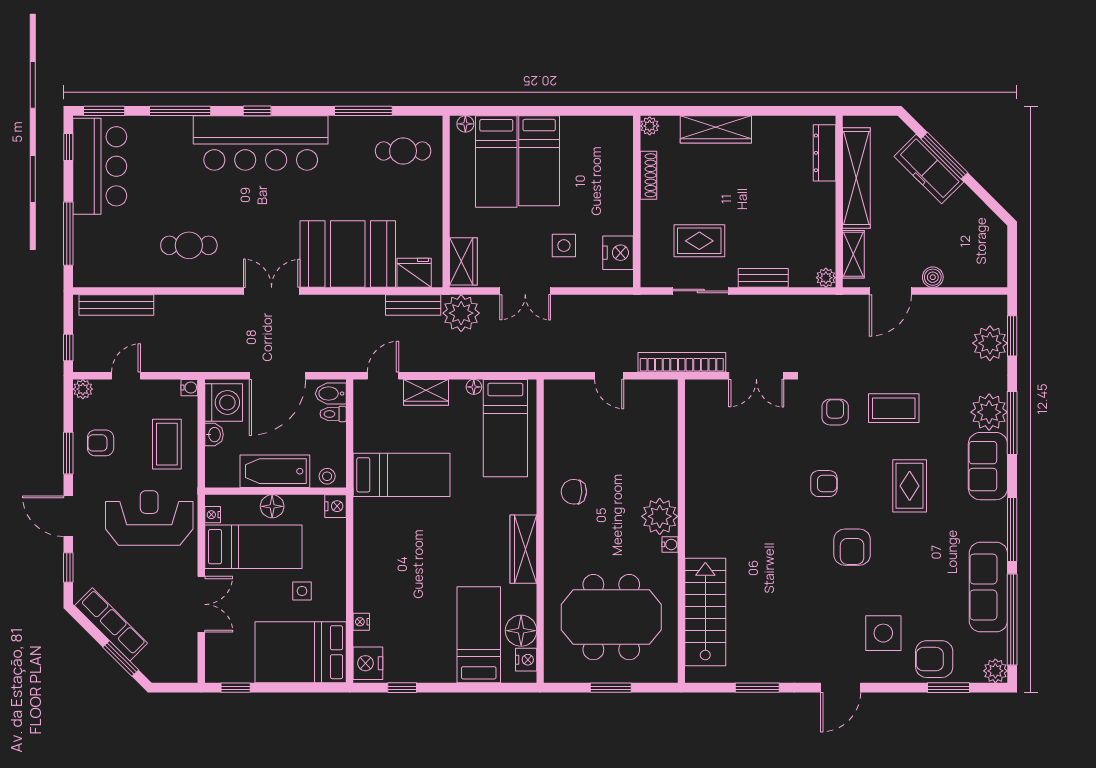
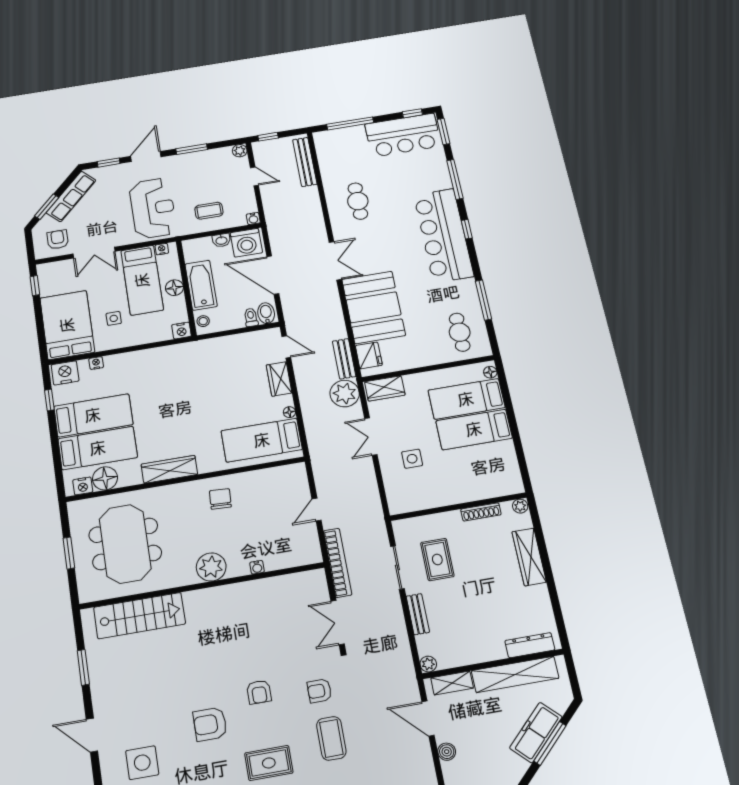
nightstand: (618, 253) -> (415, 500), removed
armchair: (835, 412) -> (319, 691), turned 180
armchair: (101, 443) -> (58, 240), moved
coffee table: (167, 444) -> (209, 211), width x0.73, depth x0.77
bed: (402, 475) -> (93, 415), moved, turned -90
water cooler: (670, 544) -> (257, 567), moved

